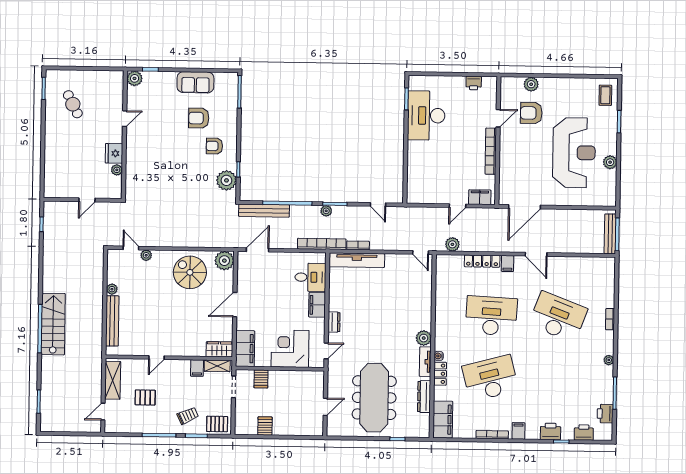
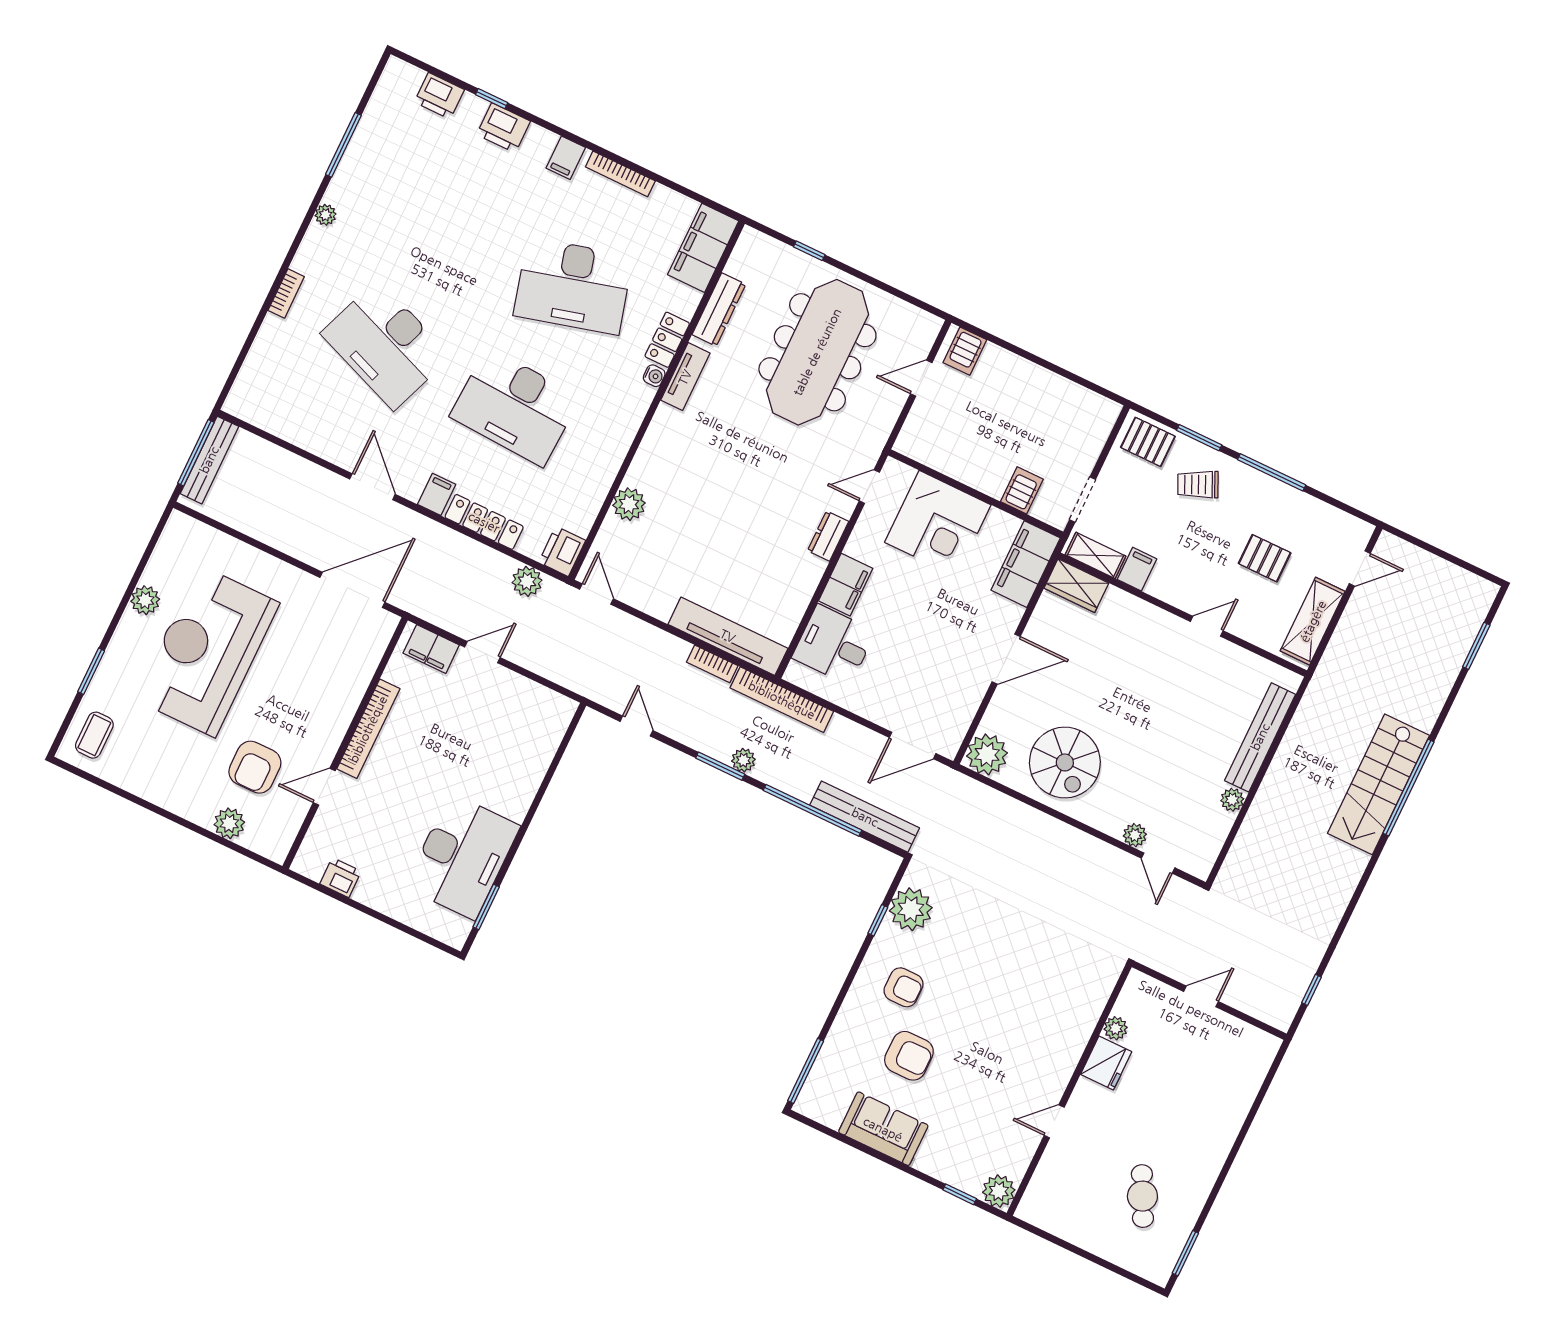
armchair: (531, 113) -> (255, 767), turned 90
plant: (424, 338) -> (629, 504), moved
printer: (605, 414) -> (562, 551), moved, turned 180
server rack: (265, 426) -> (965, 351), moved

